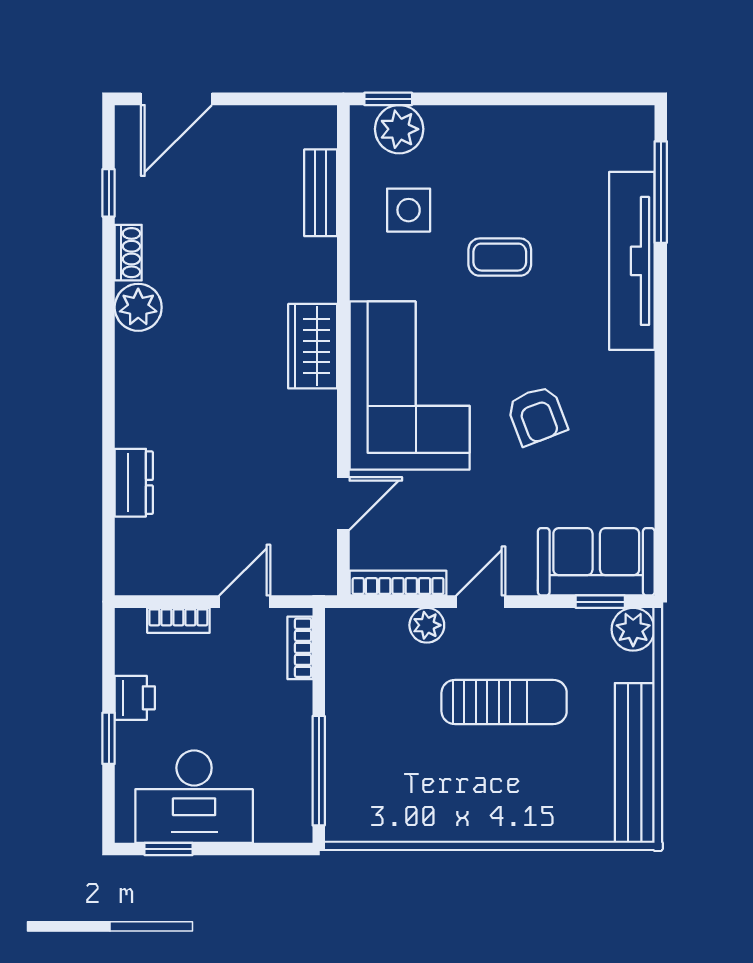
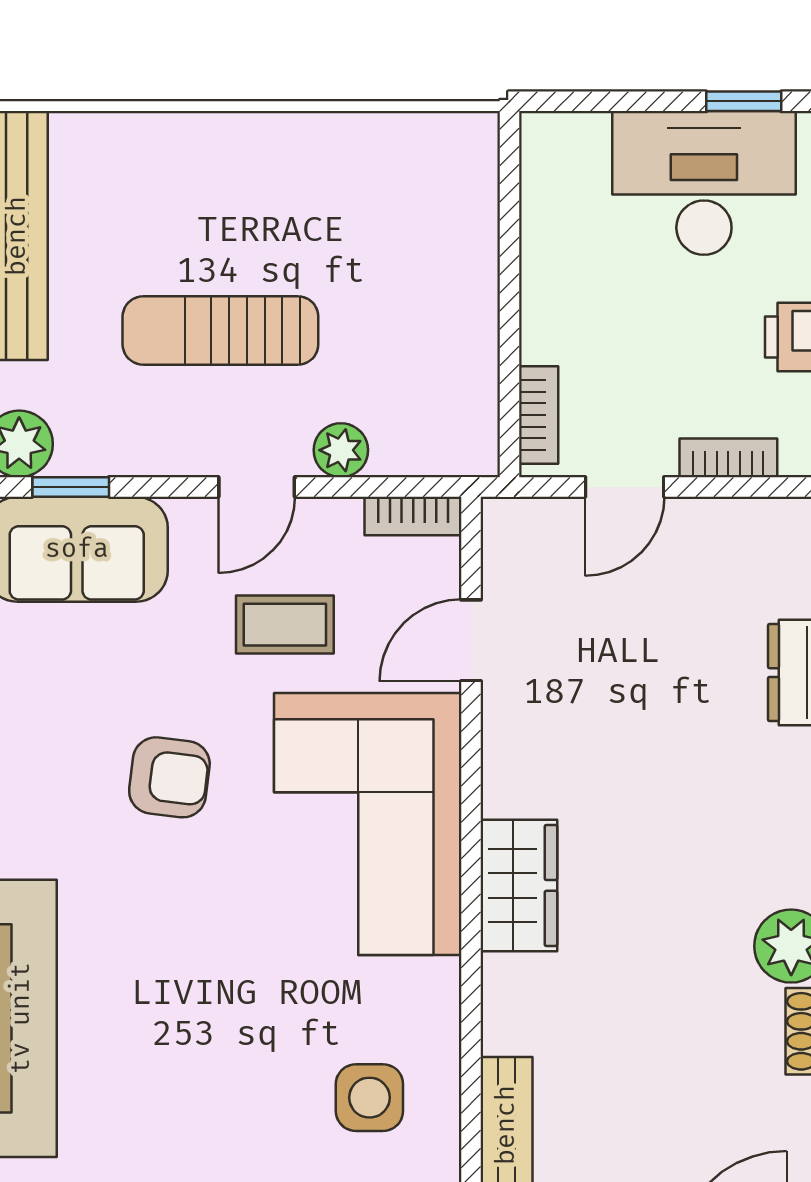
coffee table: (500, 257) -> (285, 625), moved
armchair: (537, 415) -> (169, 777), turned 118
bookcase: (398, 583) -> (413, 516), width x0.64
window: (319, 771) -> (510, 223), removed

